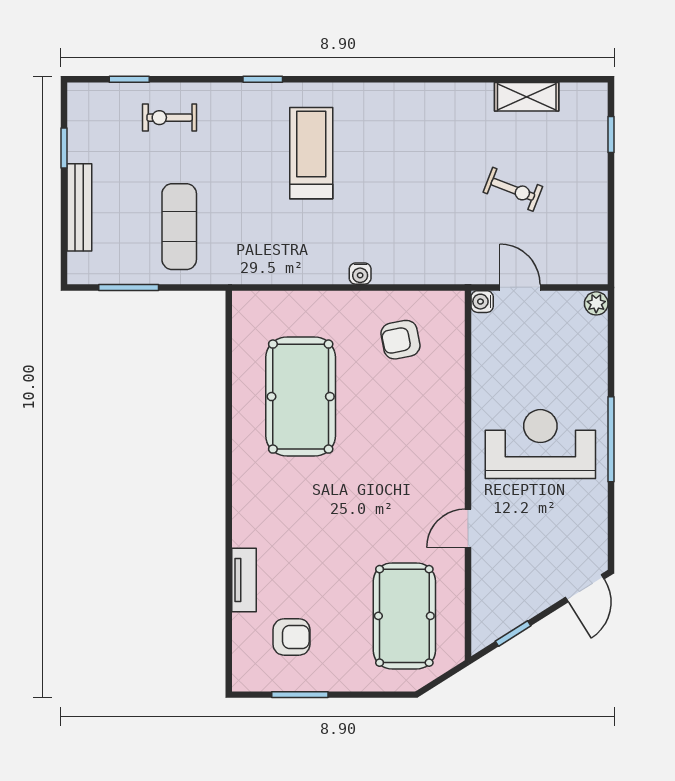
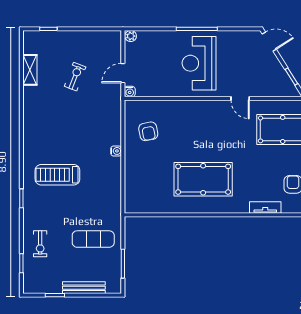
pool table: (301, 397) -> (203, 179), moved

